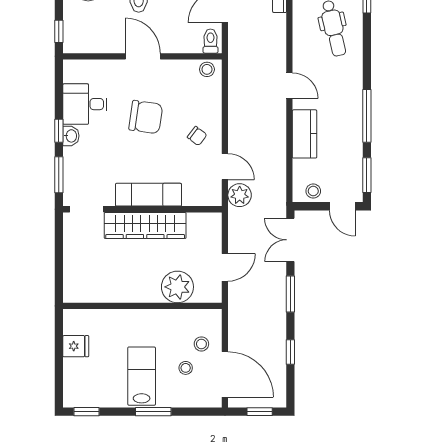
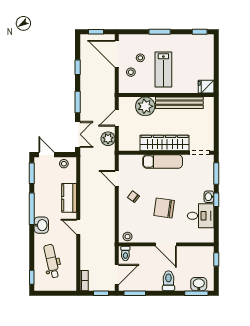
washbasin: (351, 88) -> (41, 225), added
plant: (240, 195) -> (108, 139), moved
bench: (120, 293) -> (179, 103), added
fridge: (76, 346) -> (206, 87), moved
lab bench: (142, 376) -> (163, 70), moved

